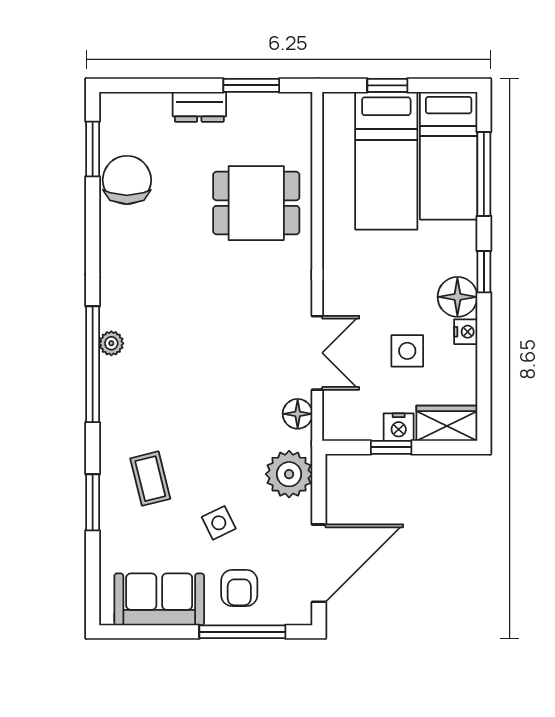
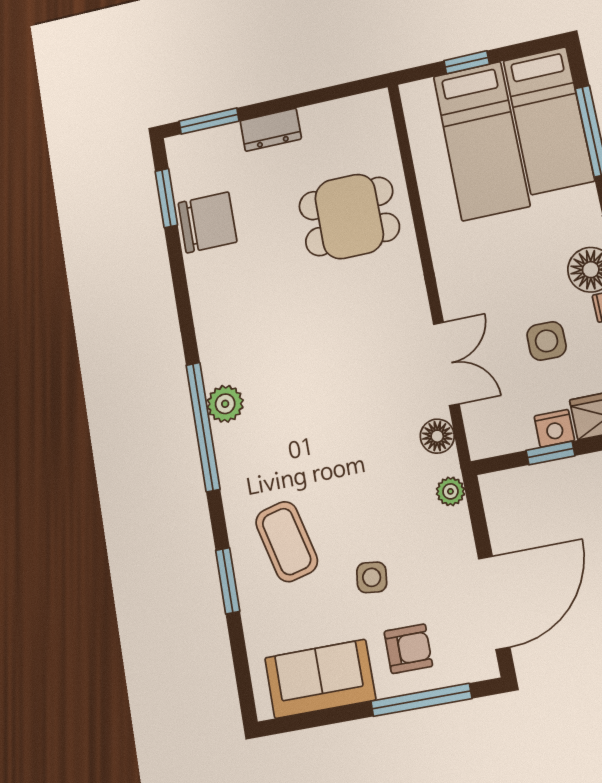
window: (251, 85) -> (209, 121), moved
chair: (127, 180) -> (207, 222), turned 90
plant: (111, 343) -> (225, 404), width x1.38, depth x1.38
plant: (289, 474) -> (450, 491), width x0.53, depth x0.53
coffee table: (150, 479) -> (287, 542), width x1.36, depth x1.30
side table: (219, 523) -> (372, 577), turned 33
armchair: (239, 588) -> (408, 649), turned -90

